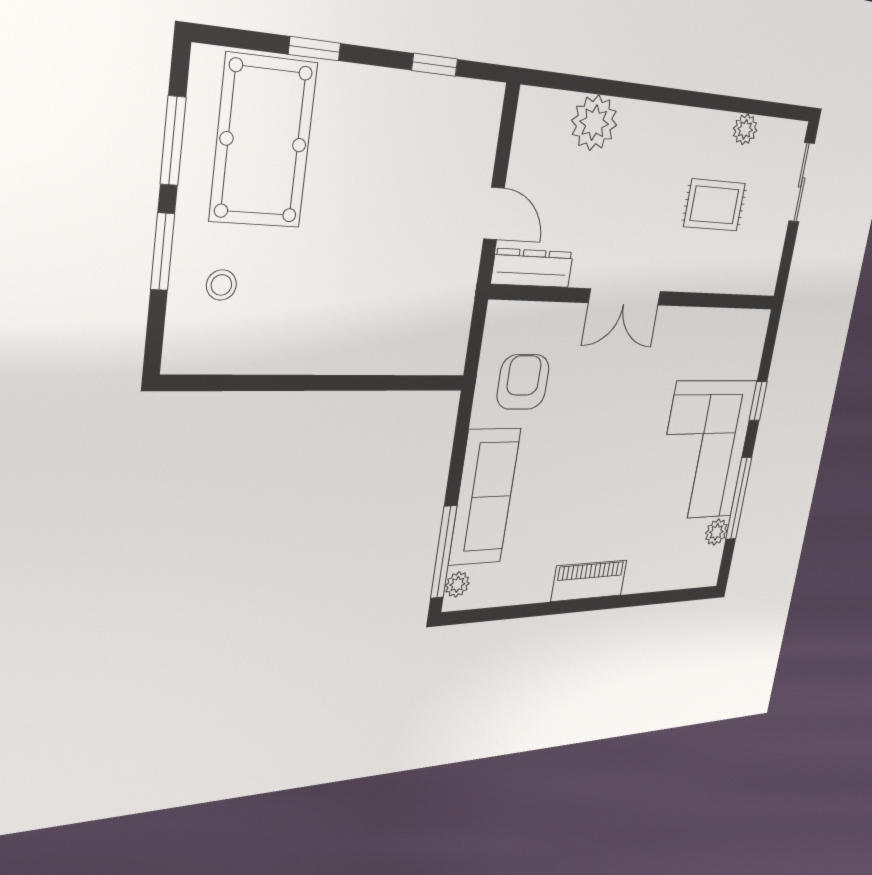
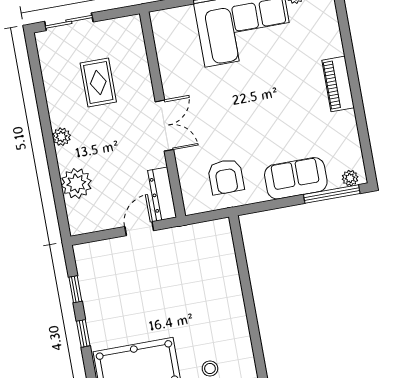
window: (315, 49) -> (83, 333), moved
plant: (745, 129) -> (62, 137), moved
armchair: (523, 382) -> (226, 177), turned -90
sofa: (485, 497) -> (296, 178), width x0.73

